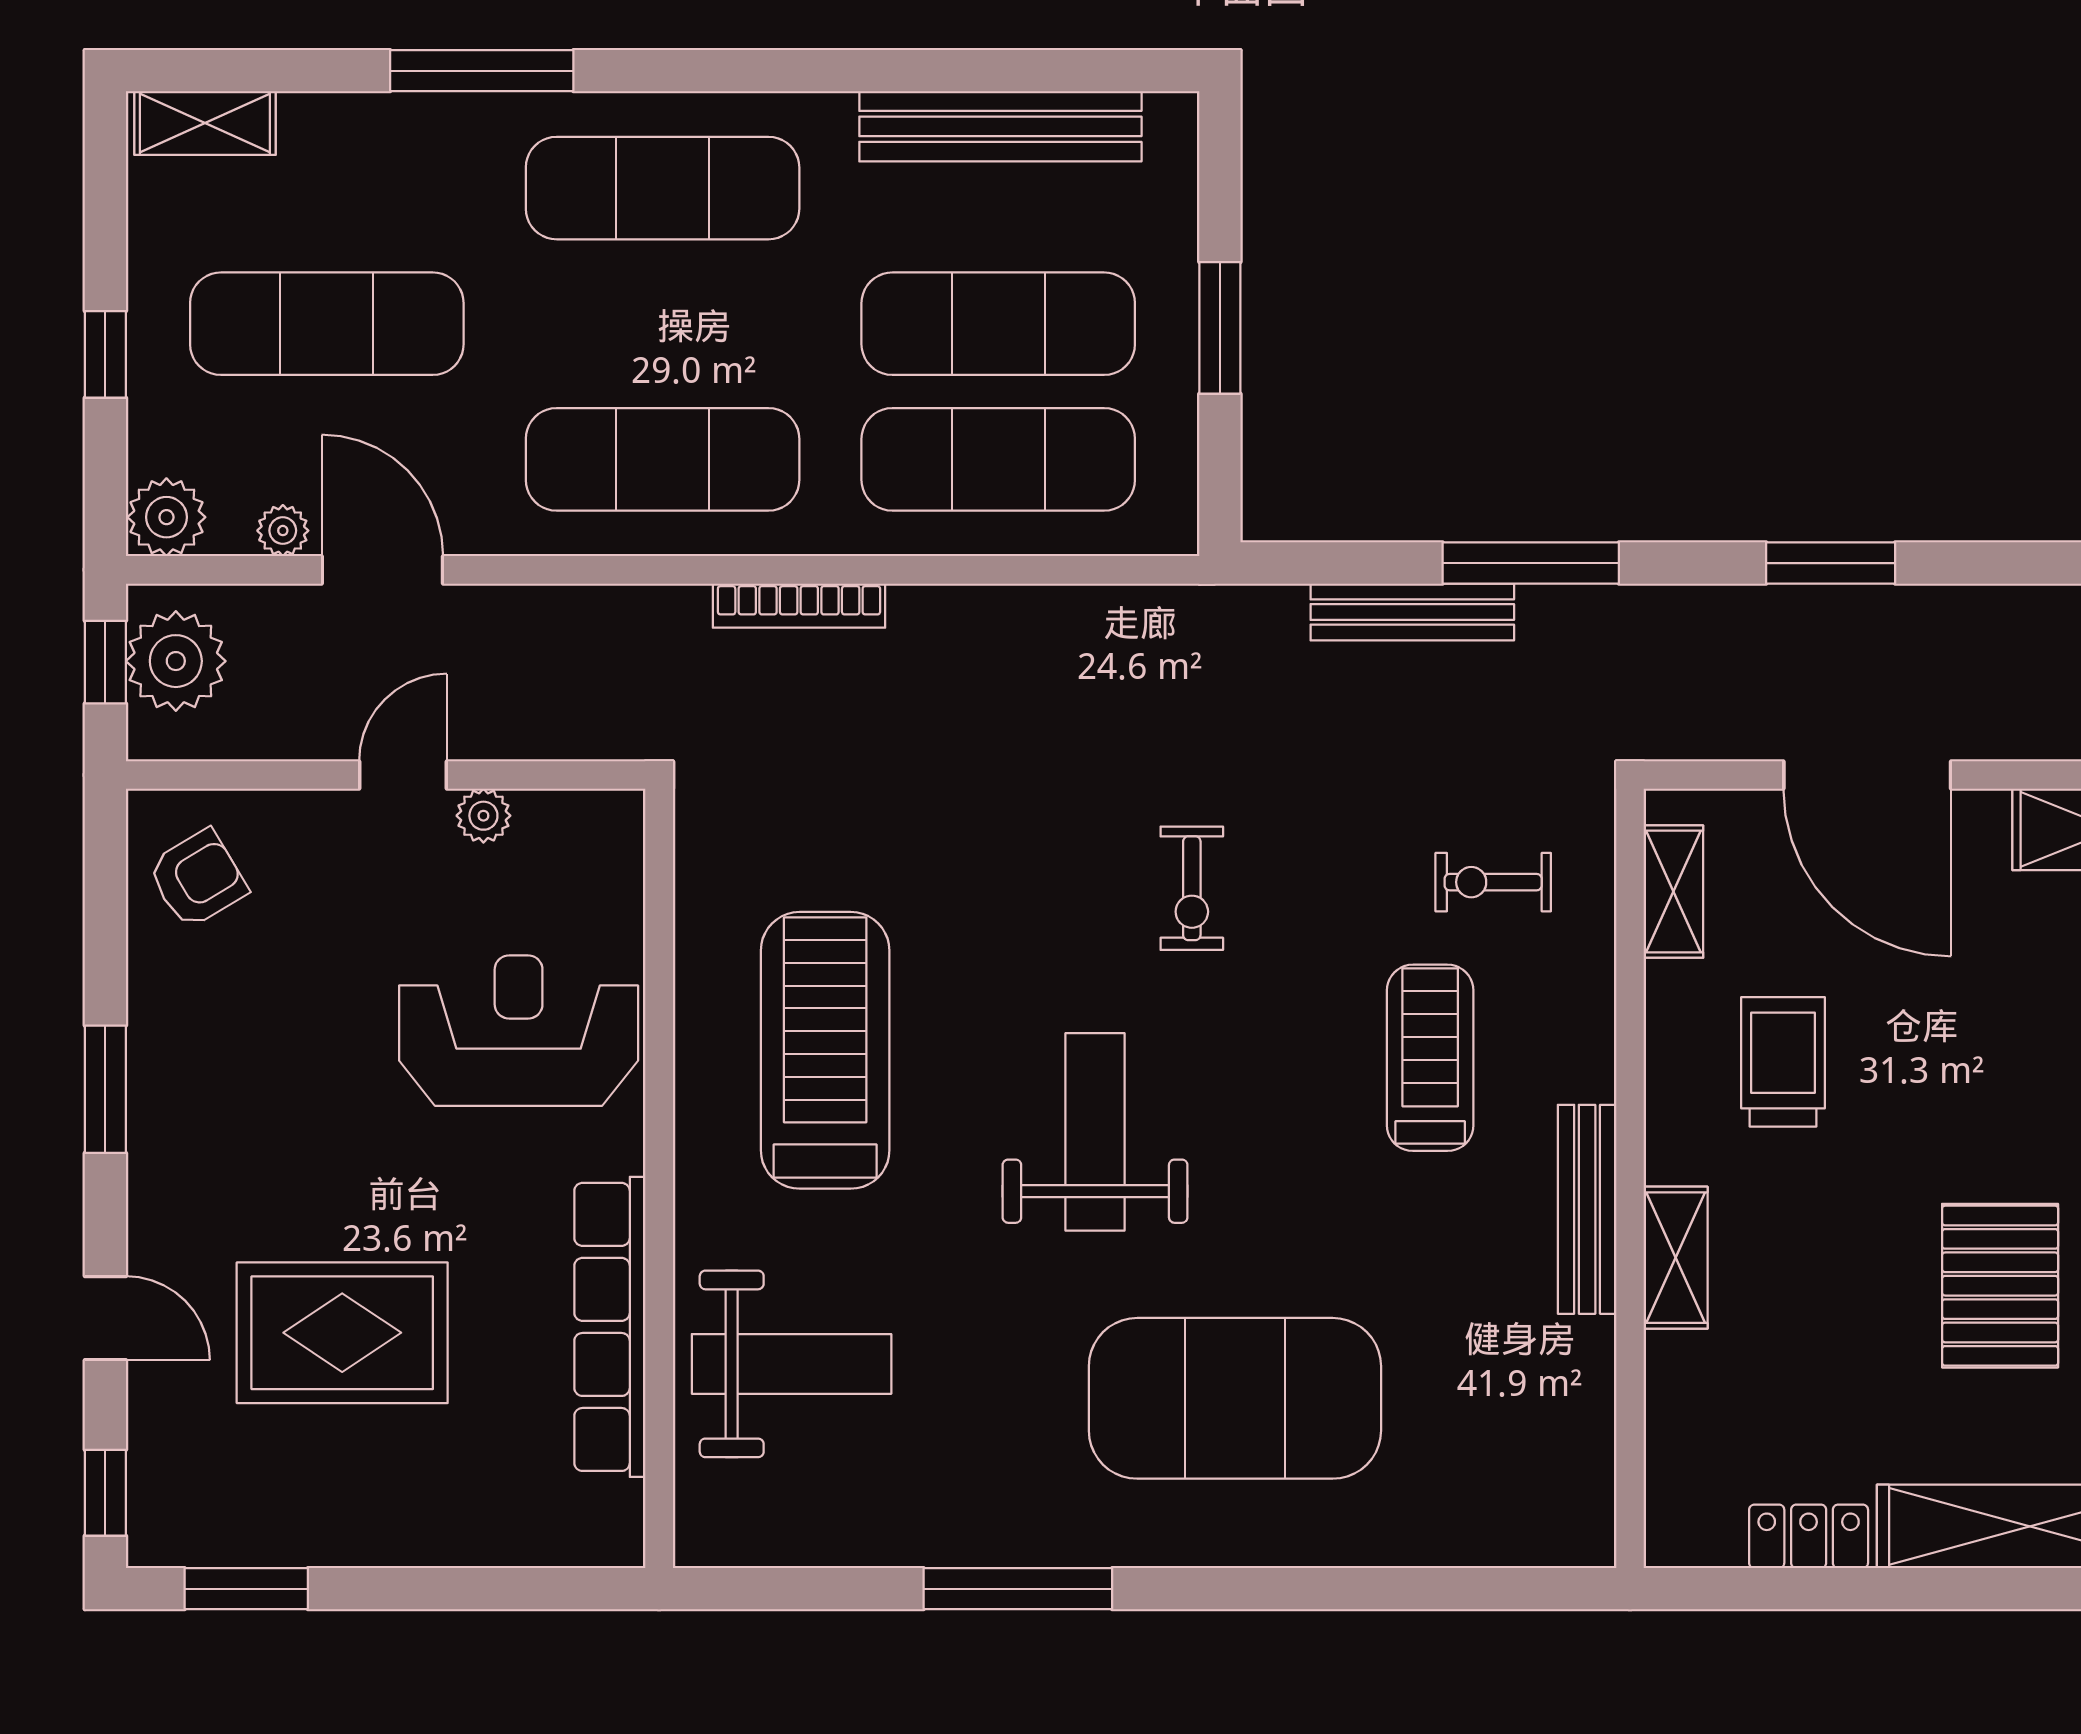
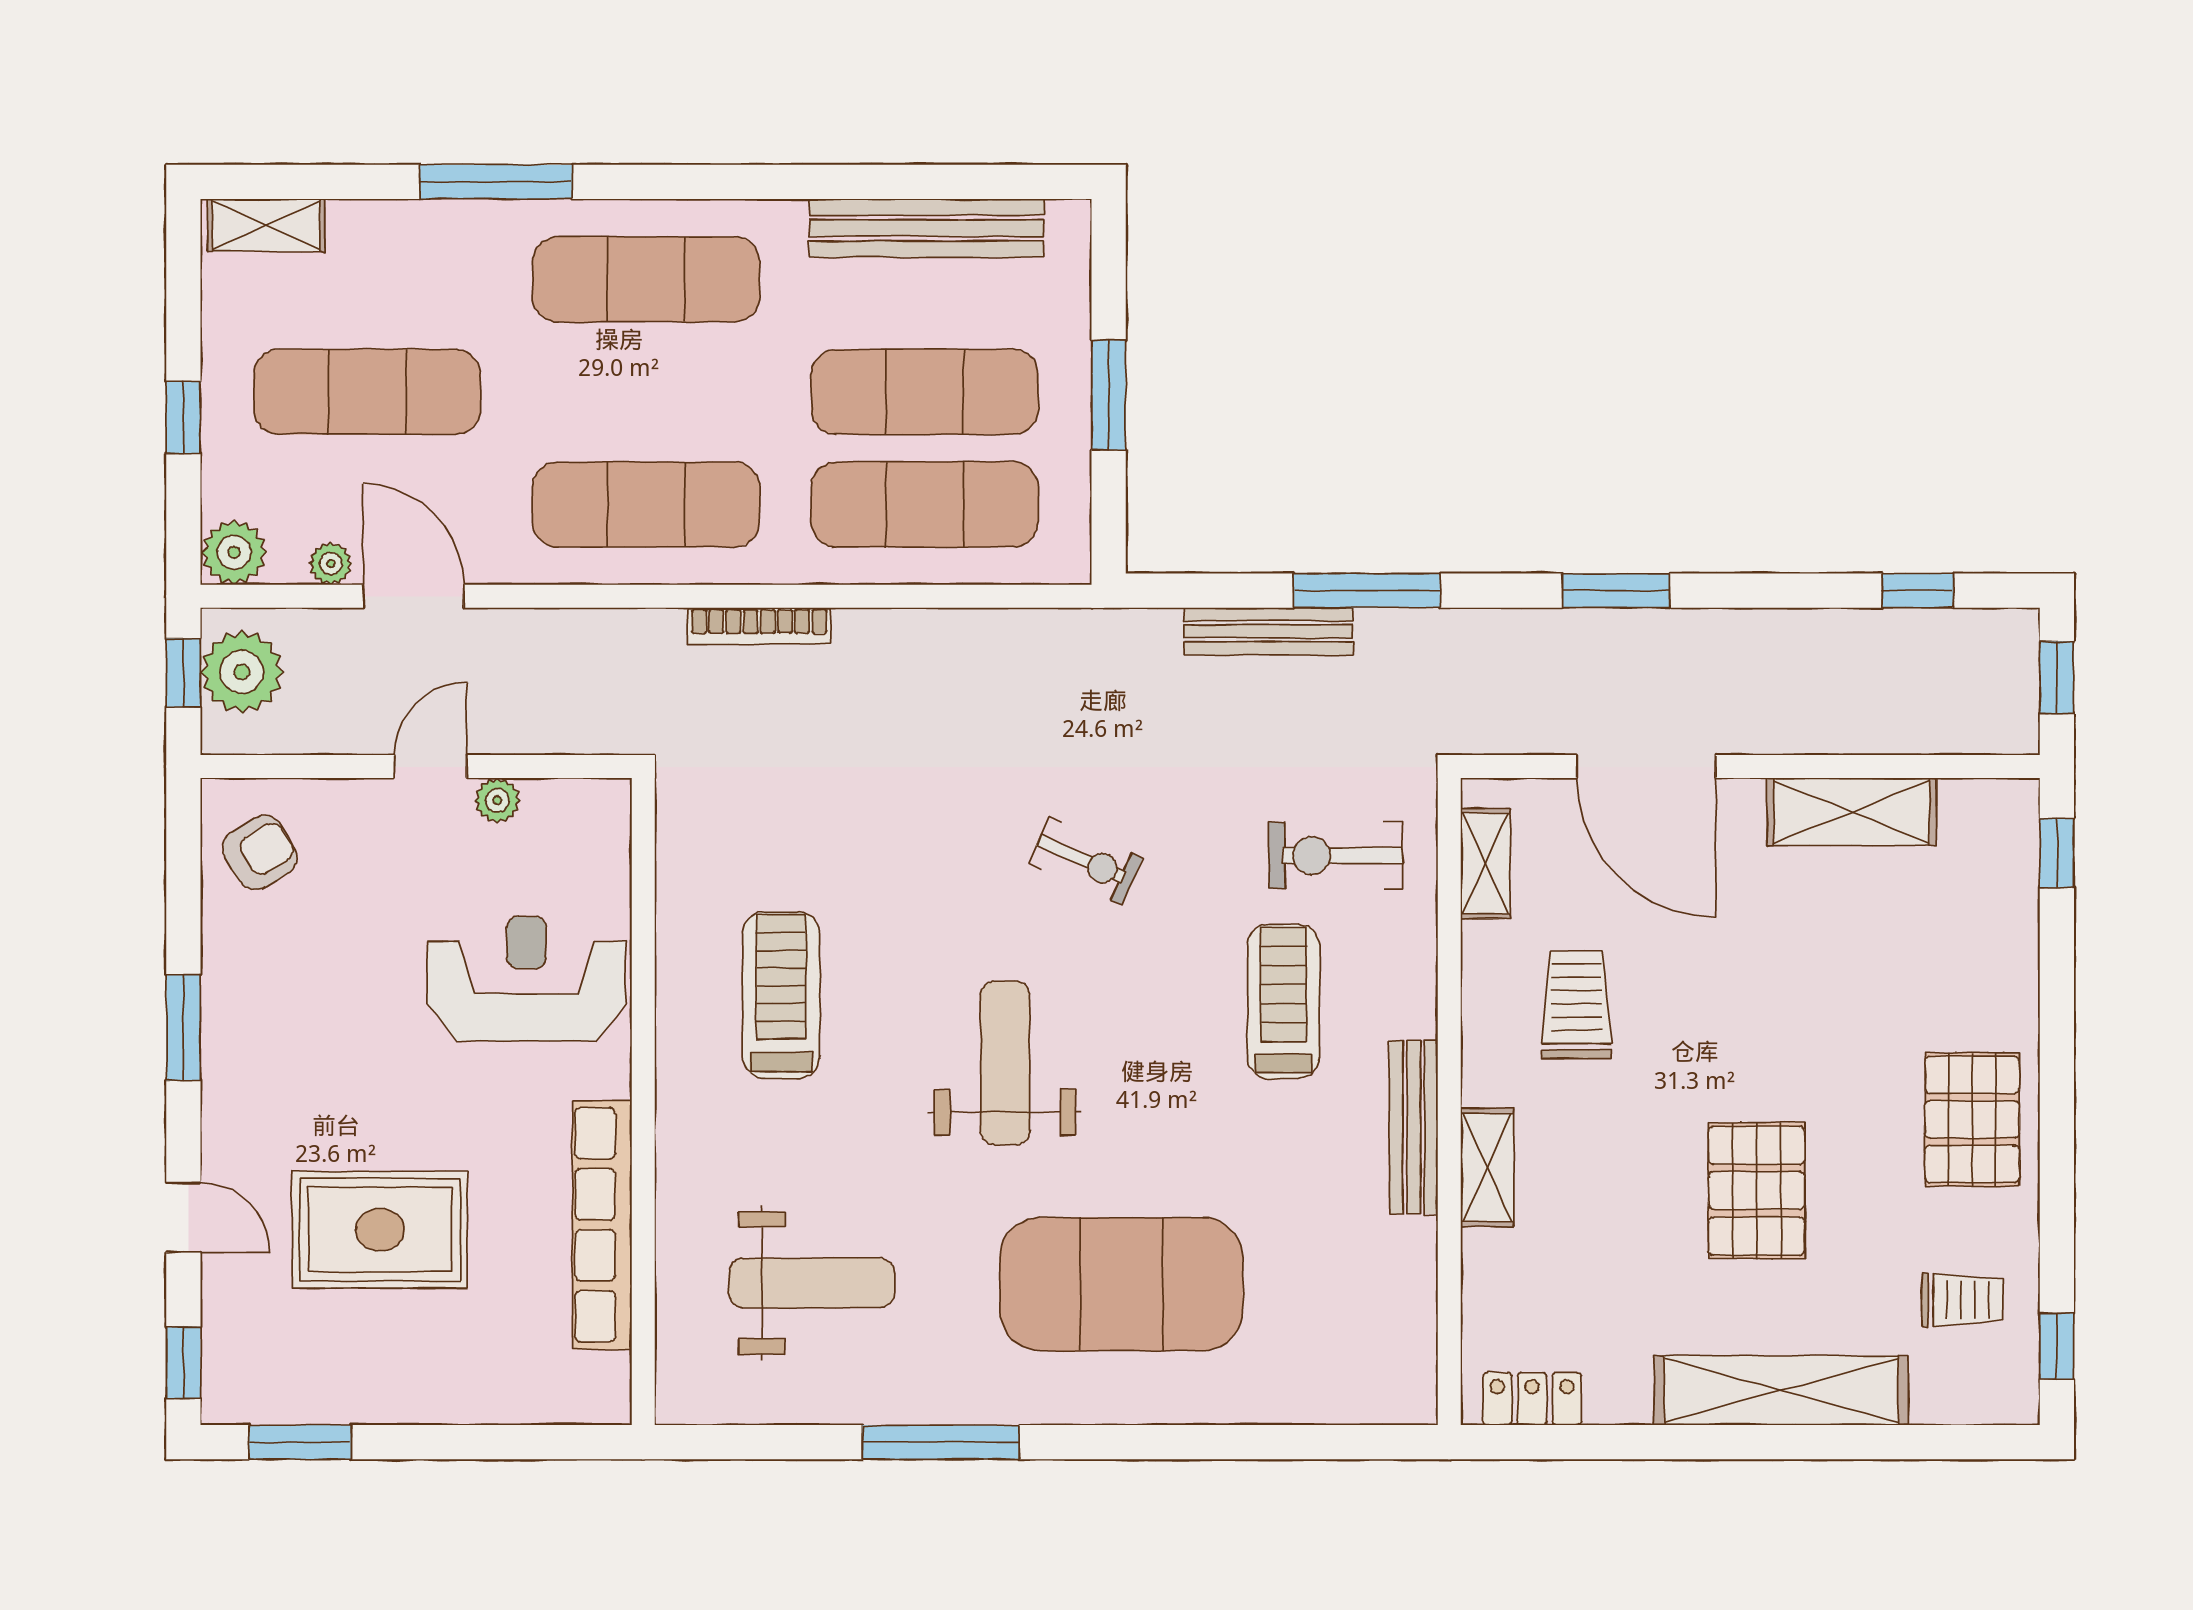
exercise bike: (1493, 882) -> (1336, 856), width x1.38, depth x1.39
exercise bike: (1192, 888) -> (1085, 861), turned -66
treadmill: (825, 1050) -> (781, 995), width x0.73, depth x0.73
weight bench: (792, 1364) -> (812, 1283), moved
locker: (1809, 1536) -> (1532, 1399), moved

